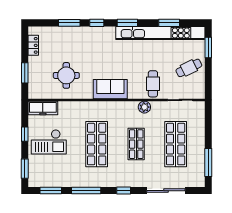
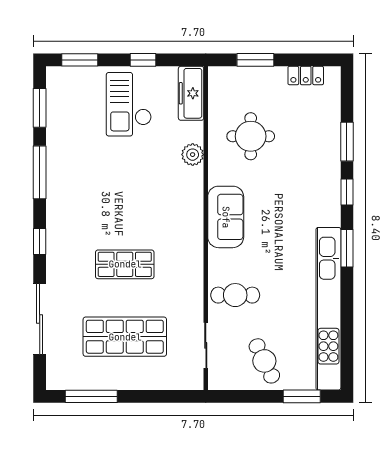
window: (169, 23) -> (347, 325), removed
plant: (144, 107) -> (193, 155), moved
shop shelf: (97, 144) -> (125, 192), removed

